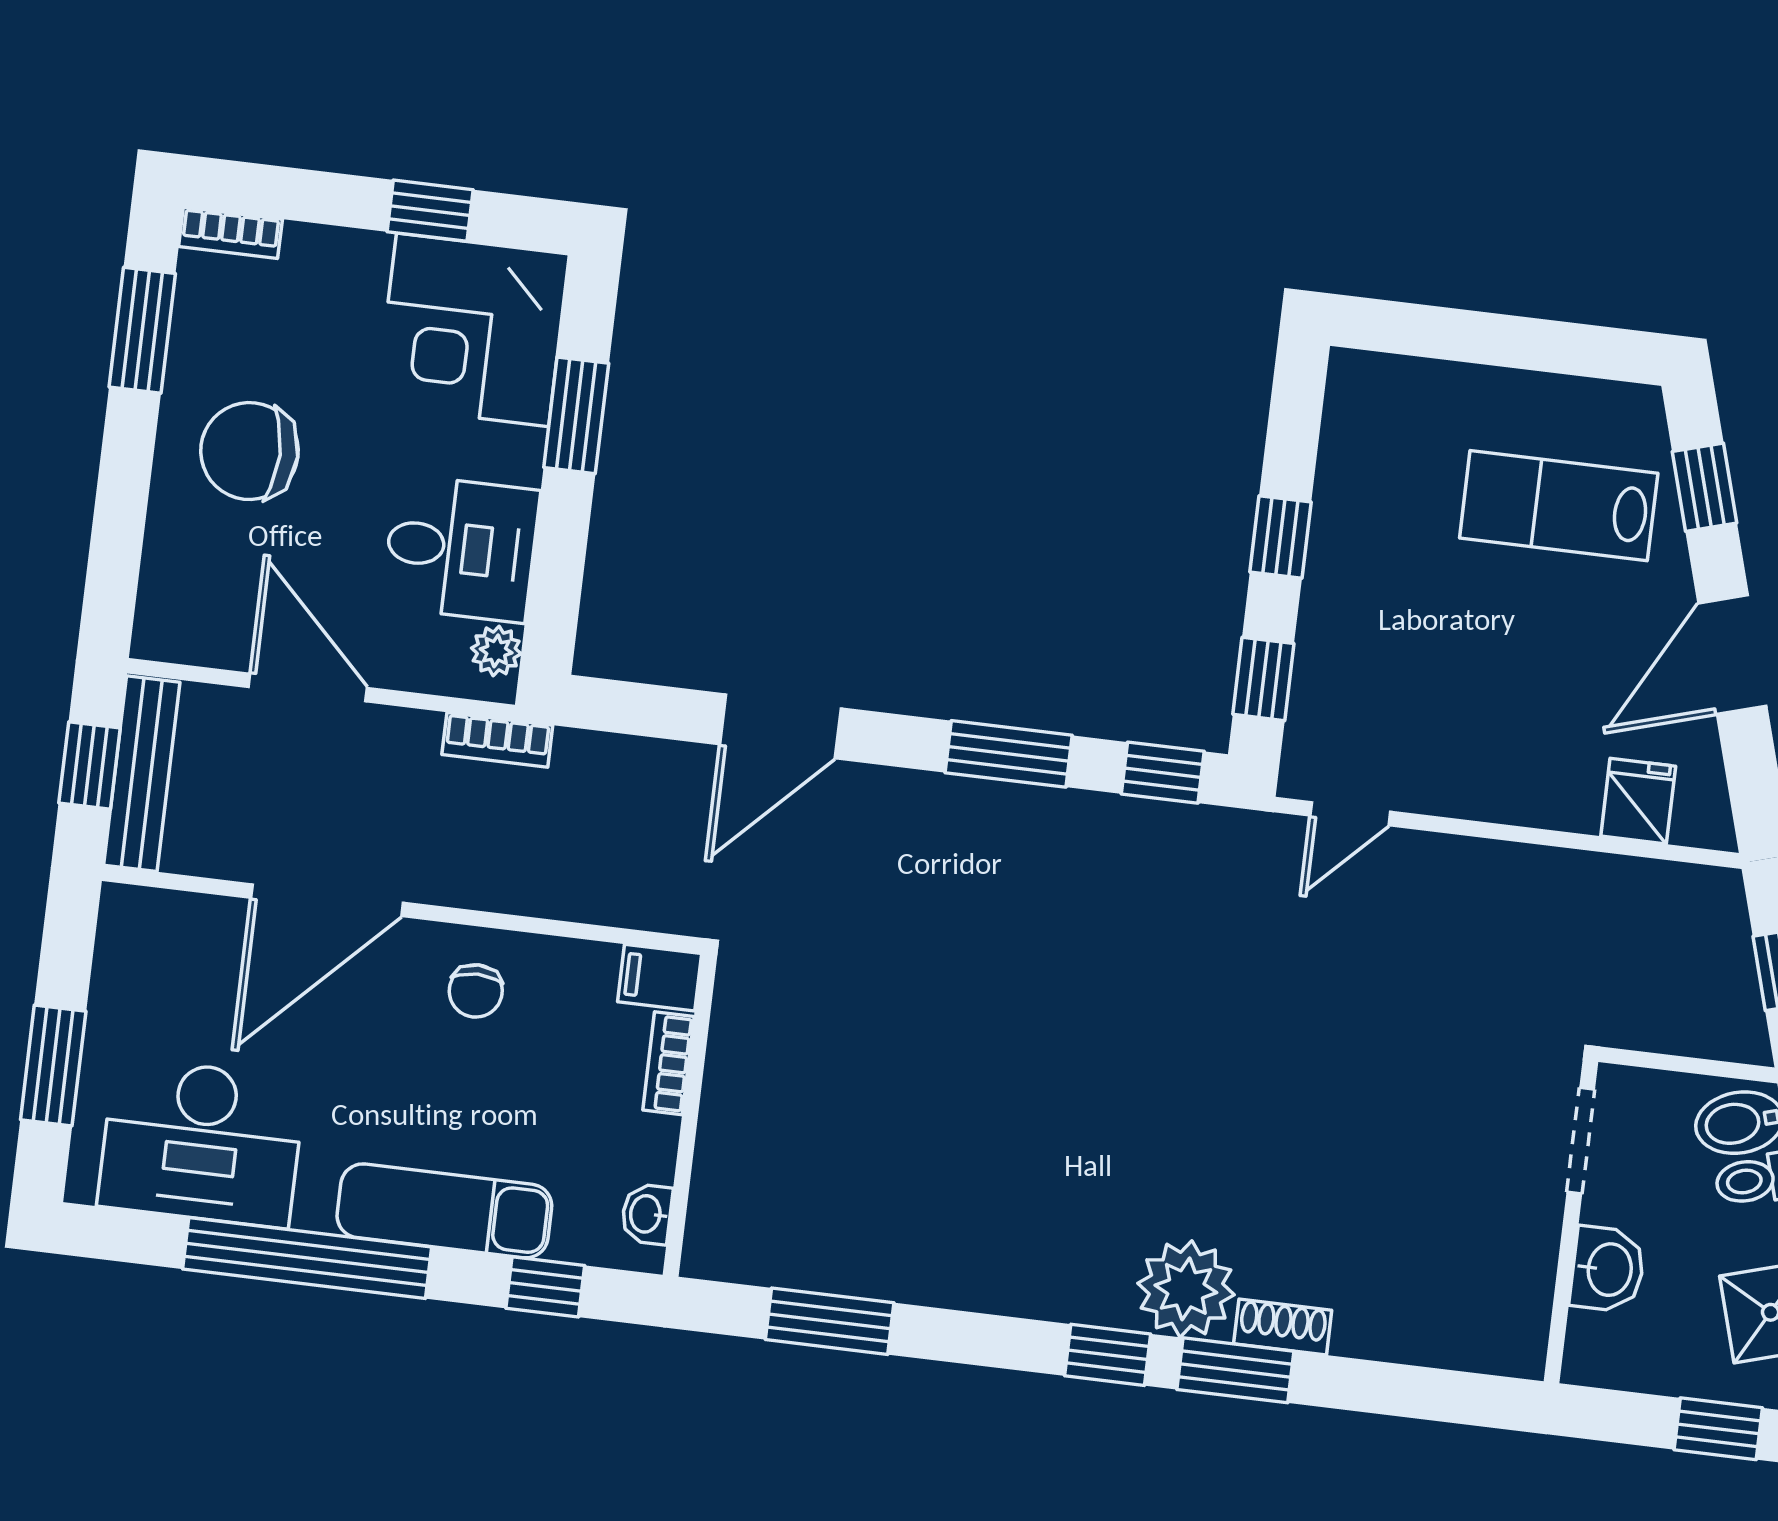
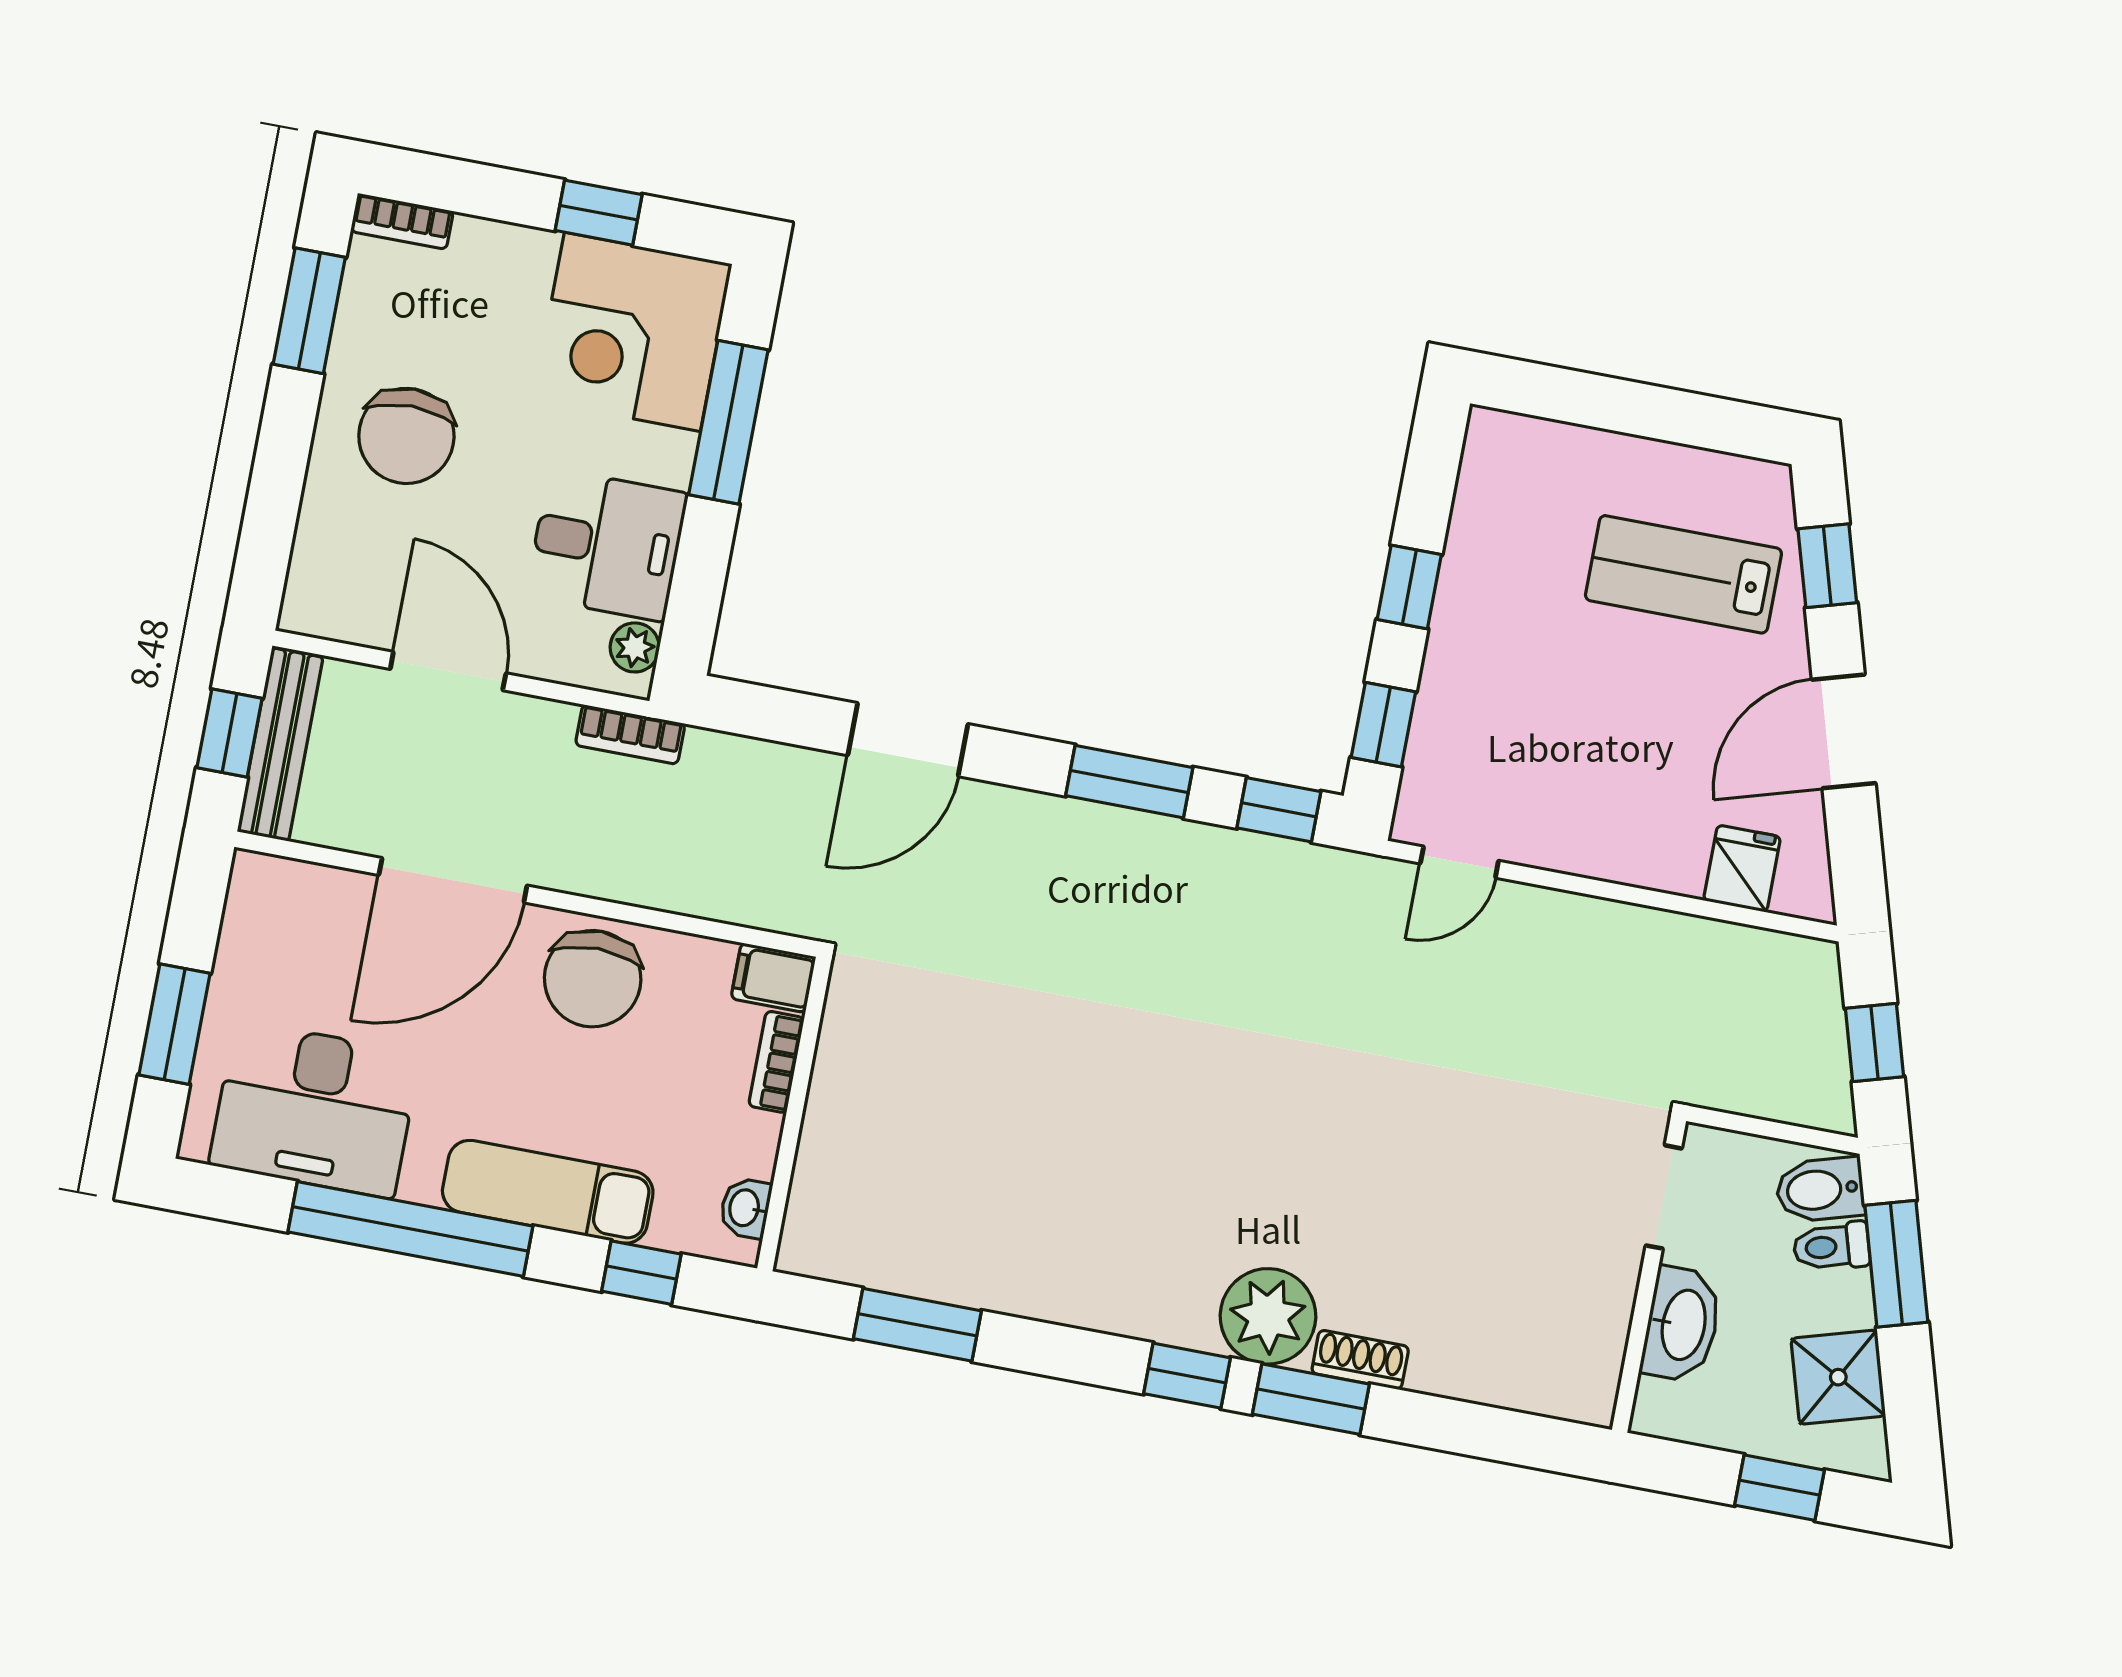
window: (576, 415) -> (728, 422), width x1.44
chair: (249, 451) -> (406, 436), turned -90
chair: (476, 991) -> (593, 979), width x1.87, depth x1.87
washbasin: (1608, 1269) -> (1682, 1325), width x1.38

